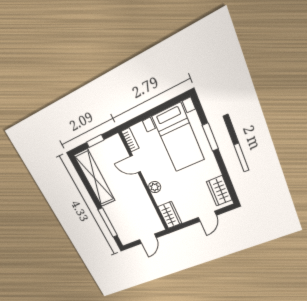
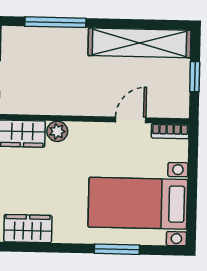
plant: (155, 187) -> (57, 131), moved

